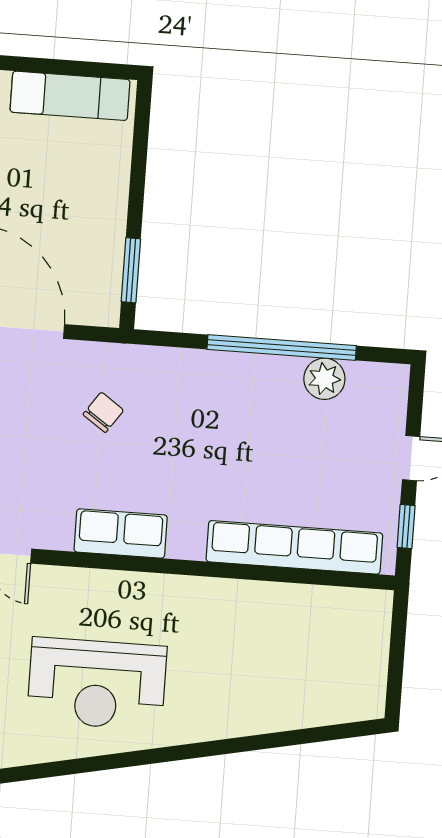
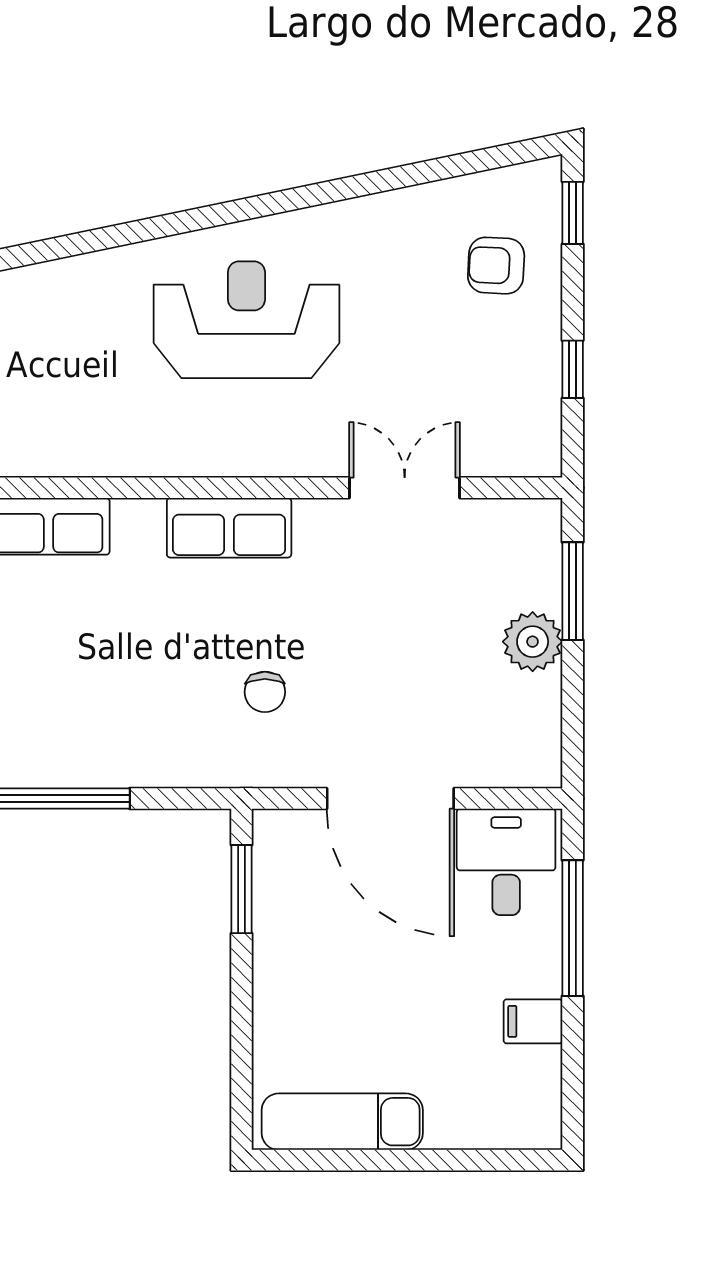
chair: (103, 412) -> (265, 692), turned -35

